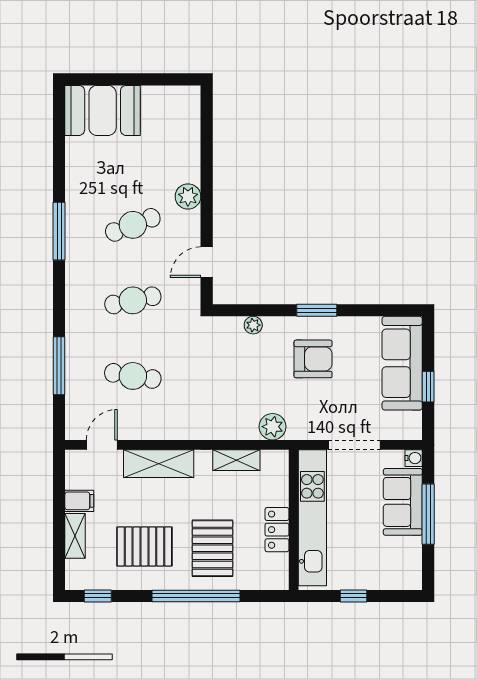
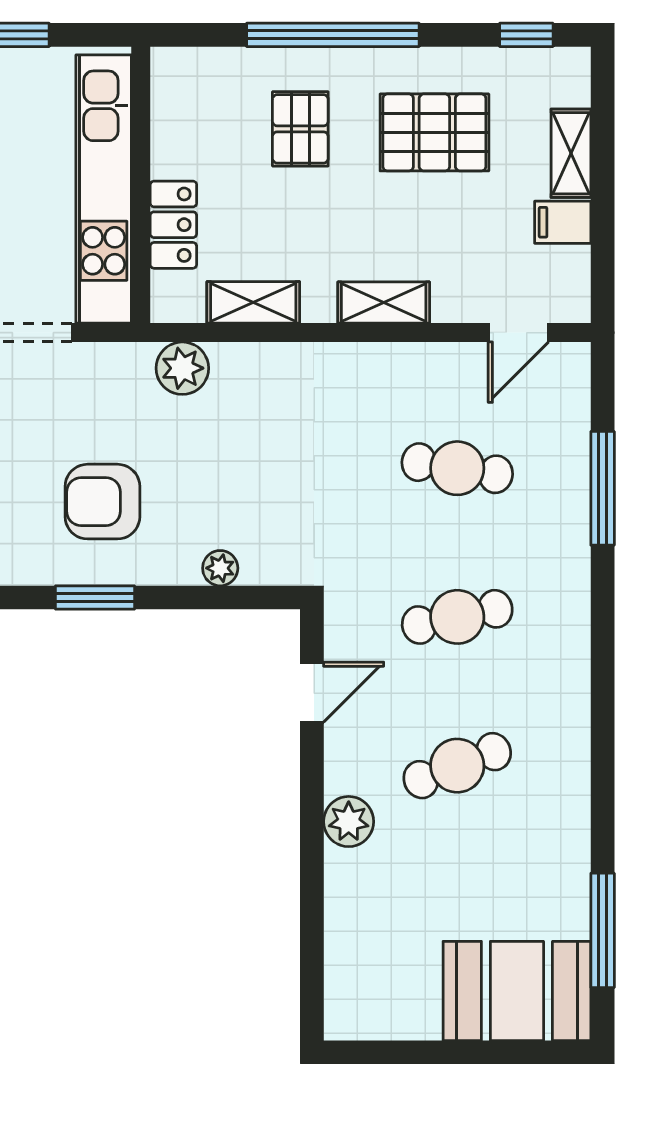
window: (59, 231) -> (603, 930), moved
shelving: (159, 464) -> (384, 303), width x0.67, depth x0.75
locker: (277, 530) -> (173, 225), moved
pallet: (213, 548) -> (300, 129), width x0.67, depth x0.71

